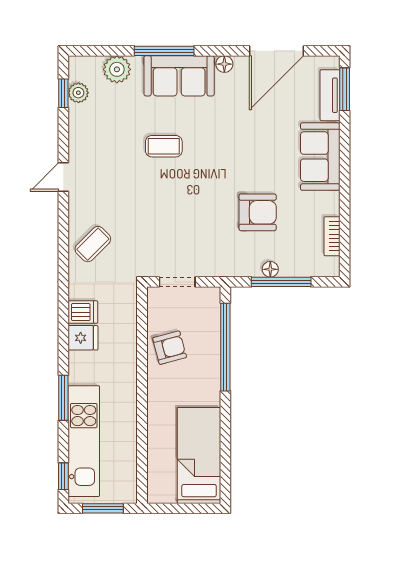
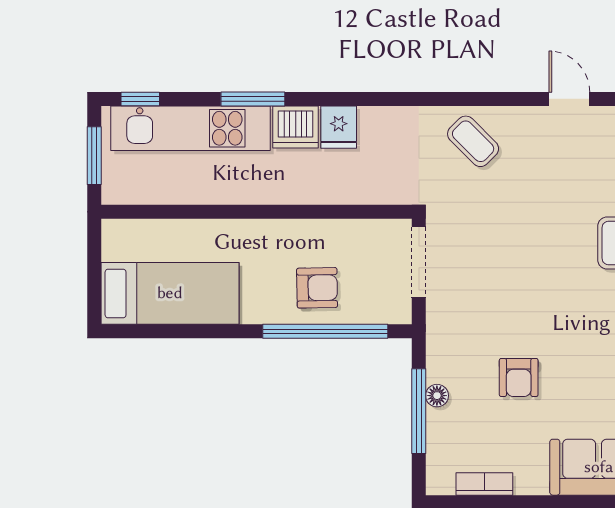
armchair: (258, 212) -> (519, 377), width x0.72, depth x0.72
doorway: (177, 282) -> (419, 262), width x1.38
dishwasher: (83, 312) -> (296, 127), moved, width x1.38
armchair: (170, 348) -> (317, 288), moved, turned -76

